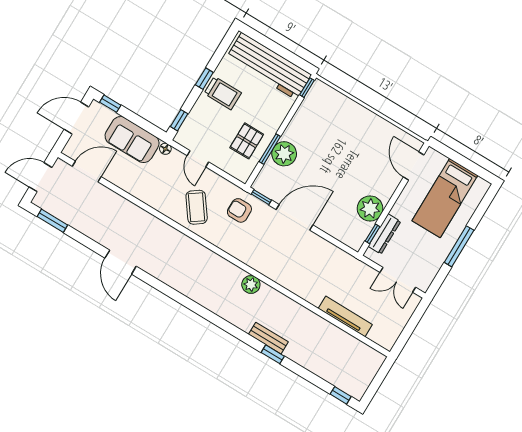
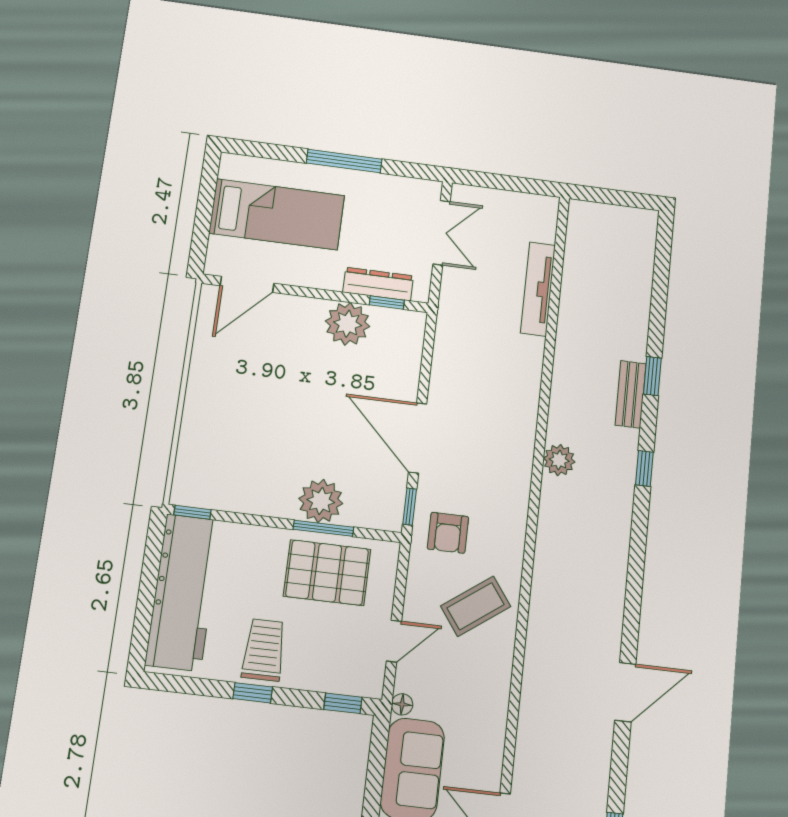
pallet: (247, 141) -> (327, 573), width x1.50, depth x1.42
window: (341, 395) -> (644, 468), moved

